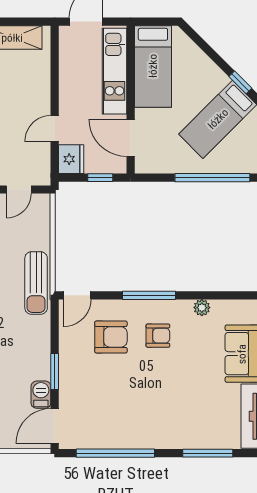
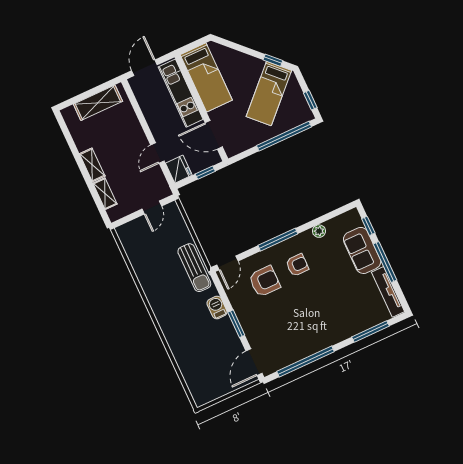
barbecue: (41, 395) -> (217, 308), moved

